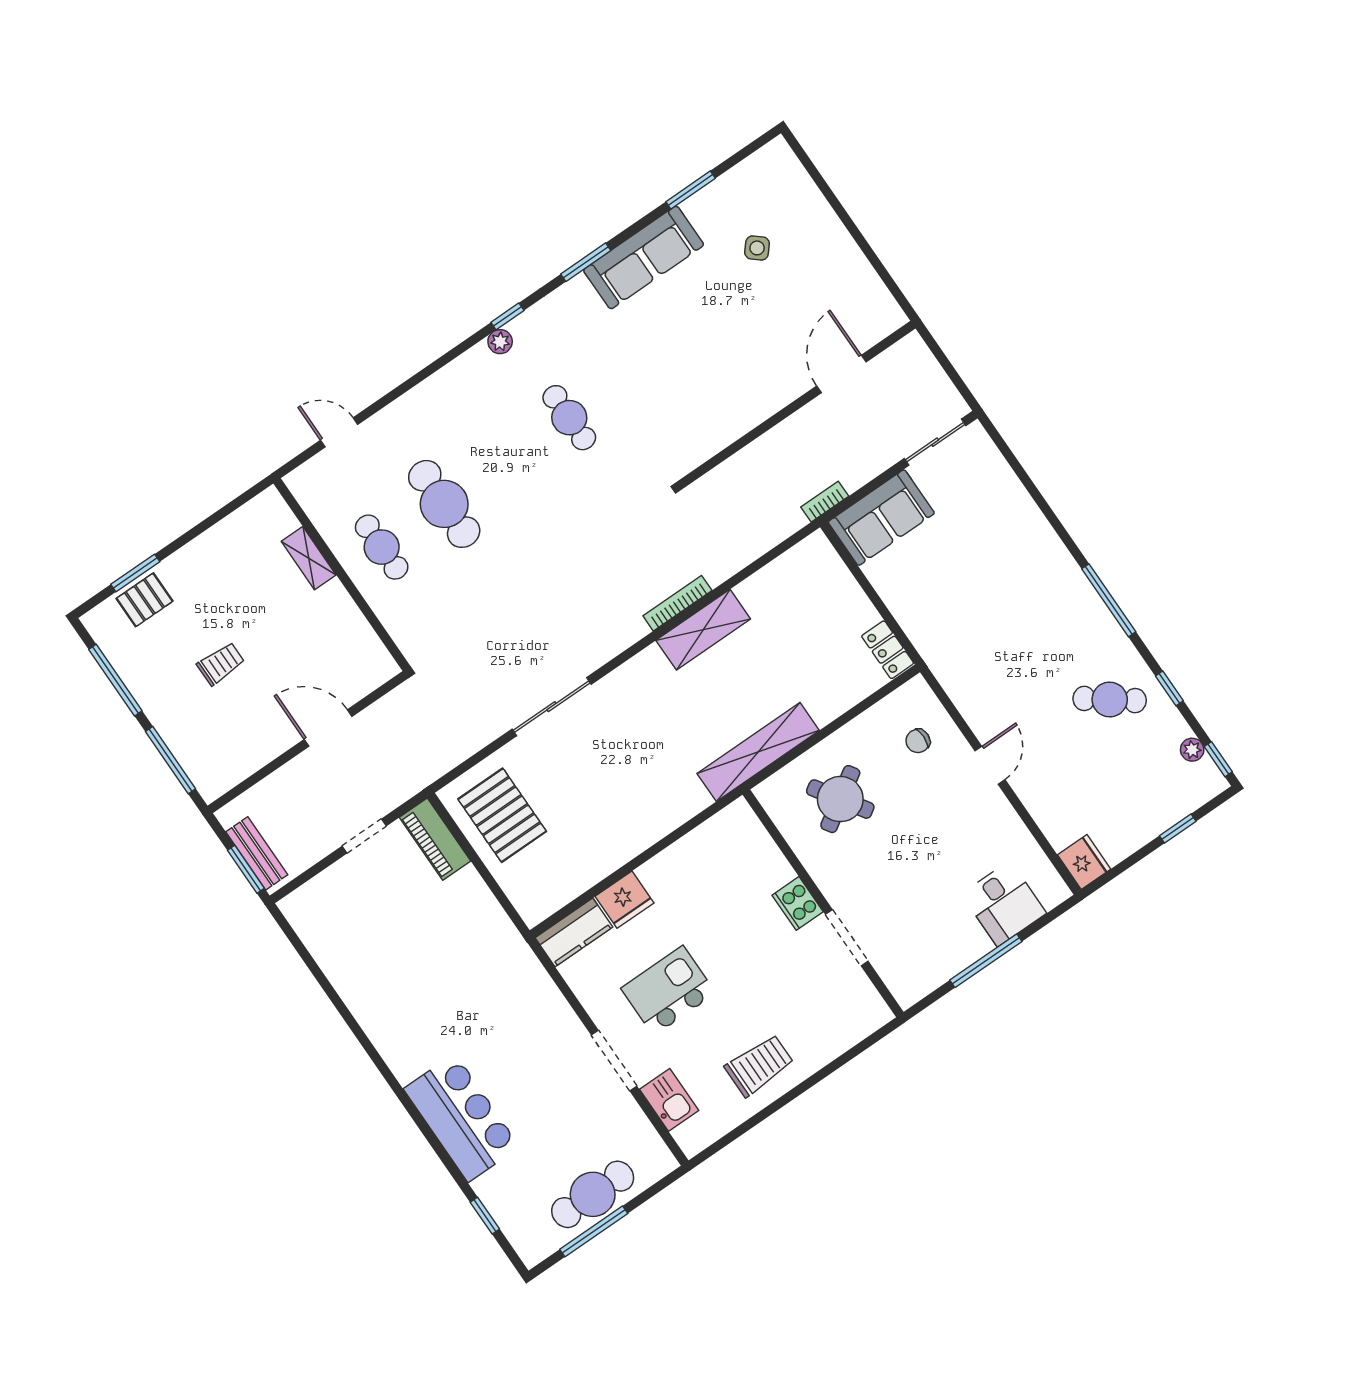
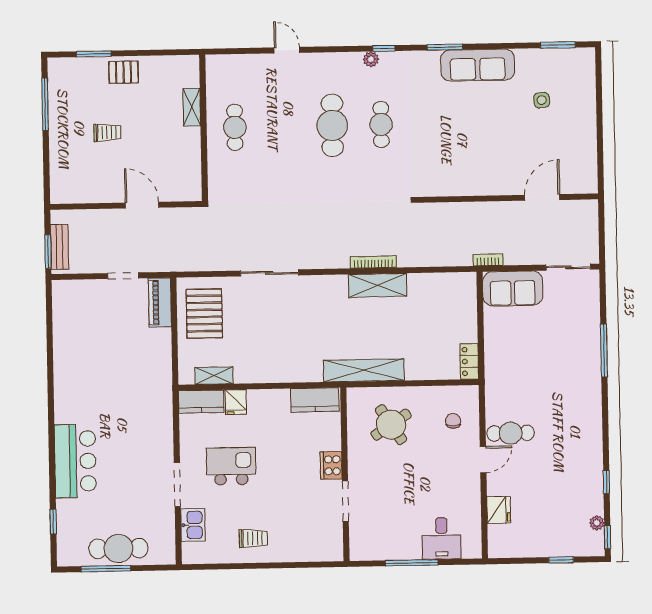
window: (691, 190) -> (558, 45), moved
side table: (757, 248) -> (542, 100), turned 45
door: (339, 432) -> (287, 50), moved
cafe table: (444, 504) -> (332, 125), moved
pallet: (145, 600) -> (124, 72), moved
window: (1109, 600) -> (604, 350), moved
cafe table: (1110, 700) -> (511, 433), moved, turned -37
chair: (918, 741) -> (453, 421), turned 89
window: (171, 760) -> (46, 166), removed
kitchen counter: (720, 833) -> (315, 400), added
fridge: (1084, 862) -> (499, 510), moved
shelving: (568, 888) -> (214, 376), added
fridge: (624, 900) -> (236, 402), width x0.72
trolley: (759, 1065) -> (253, 538), width x0.73, depth x0.72

